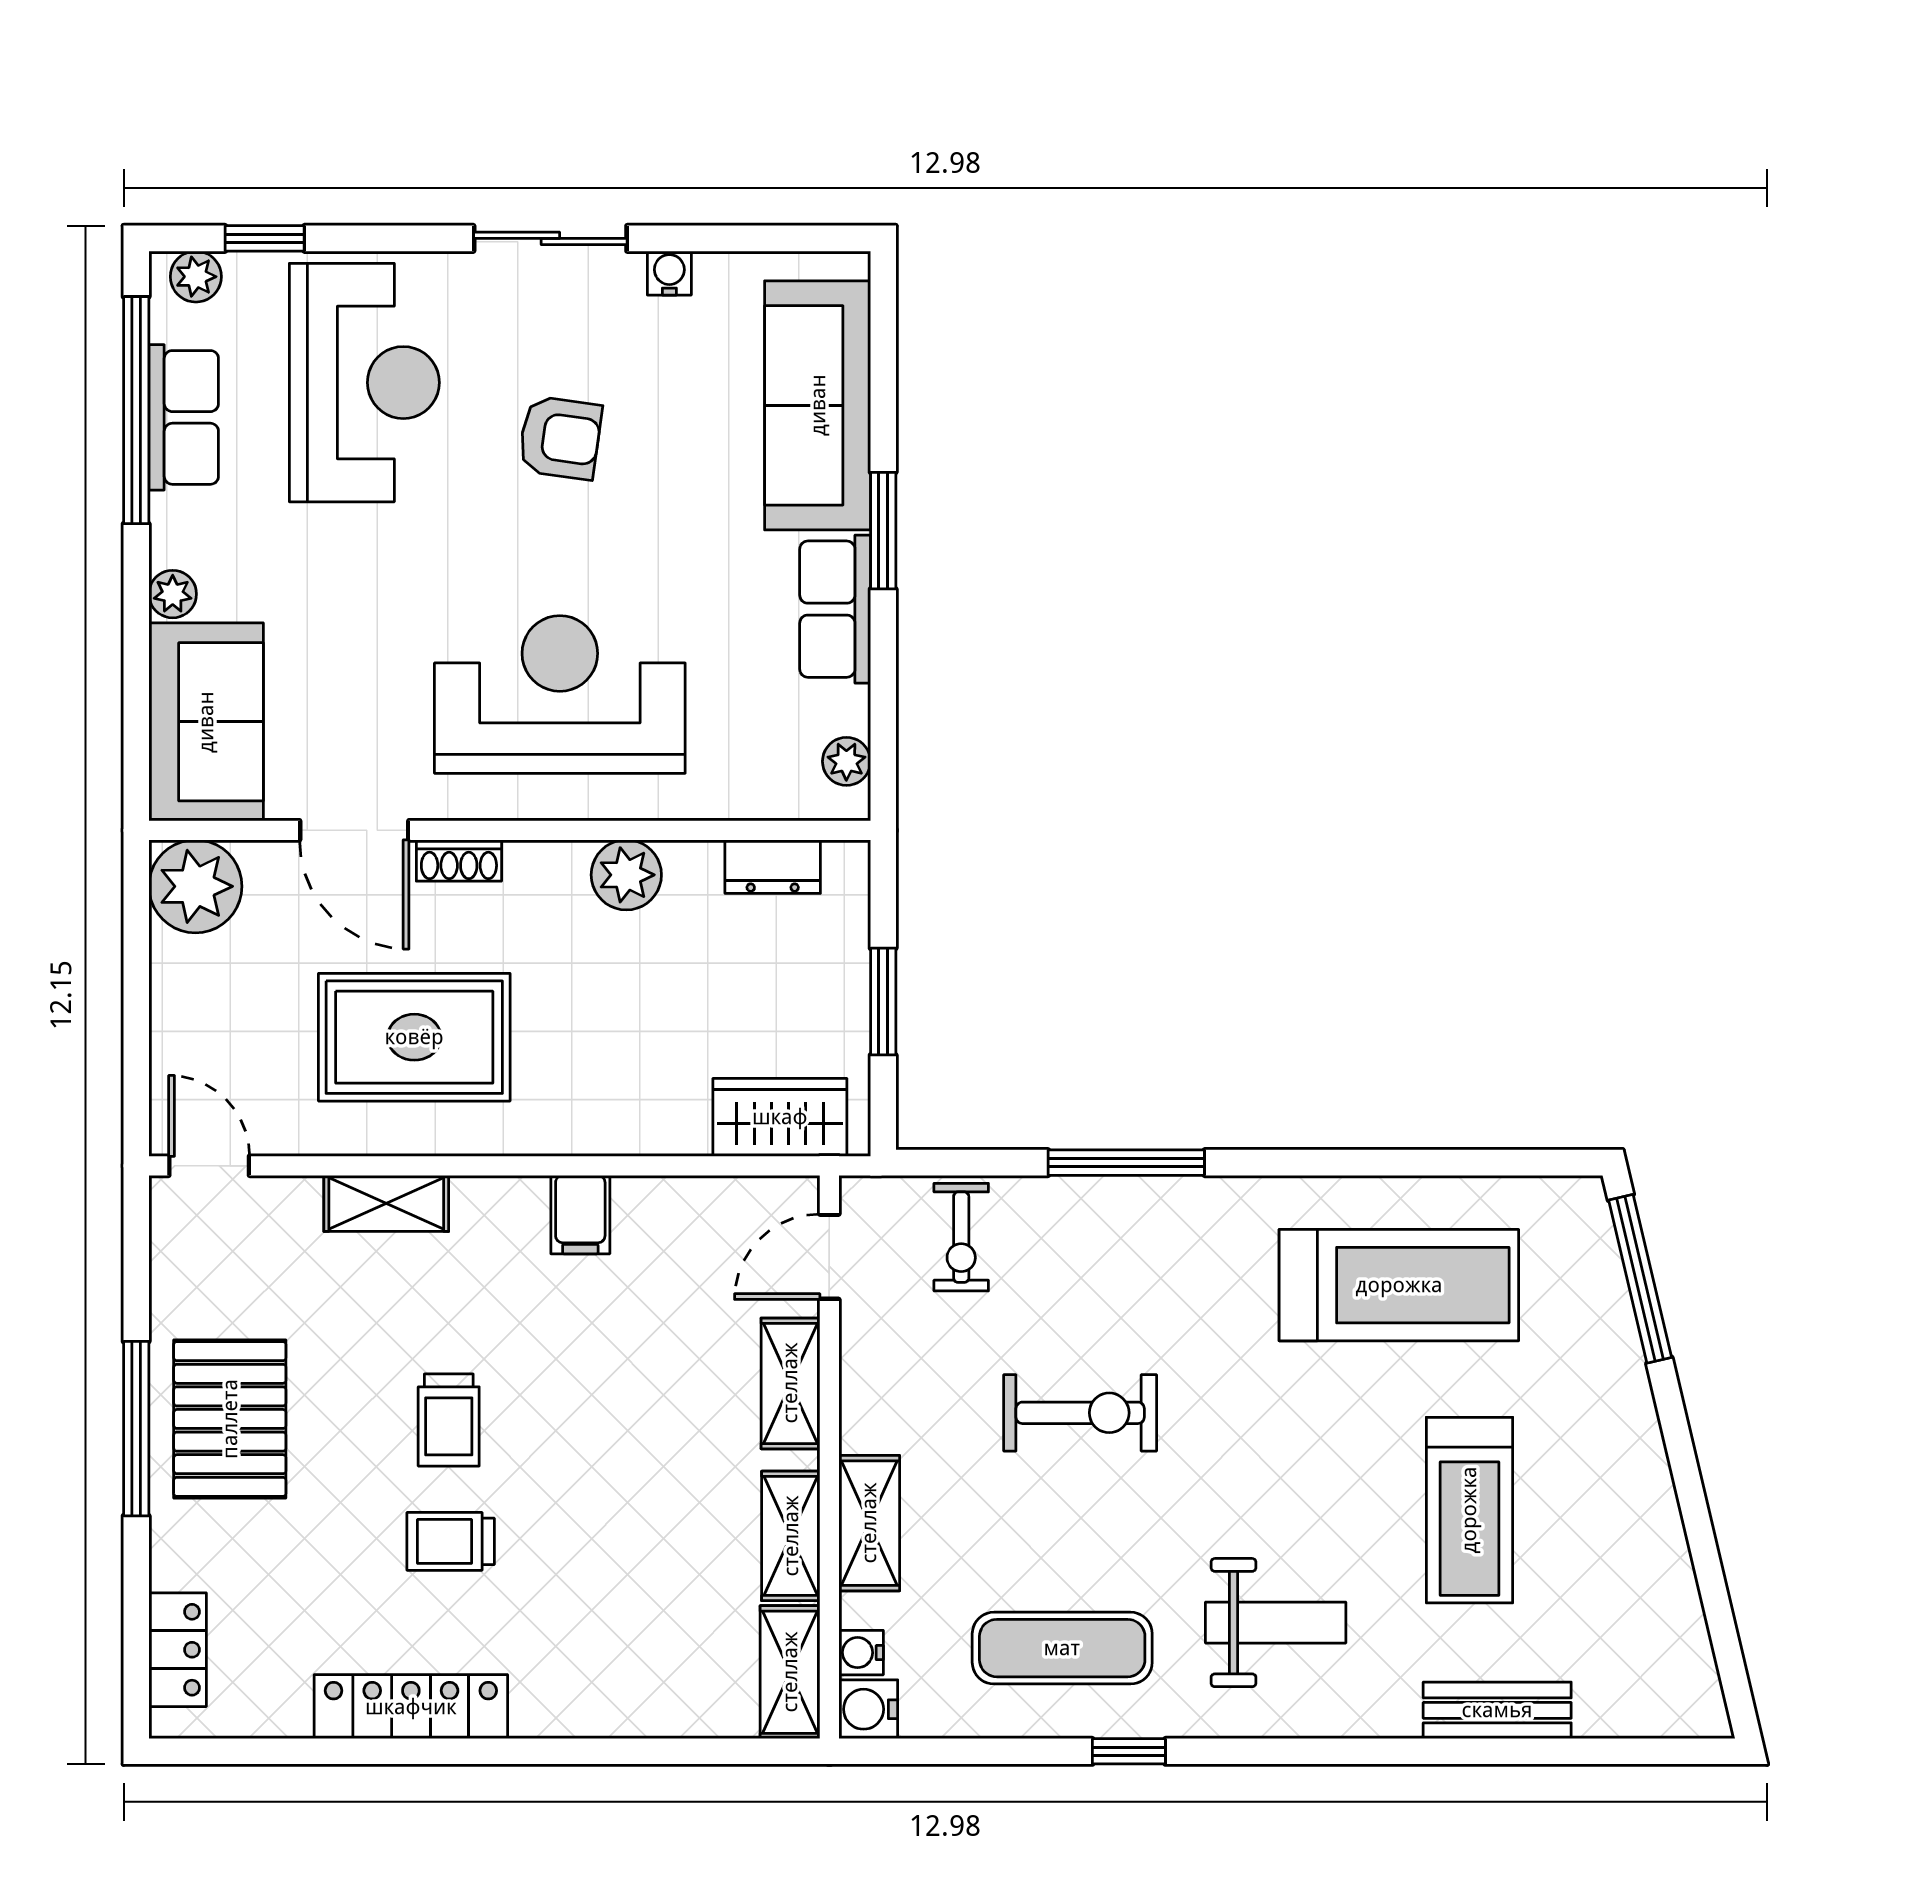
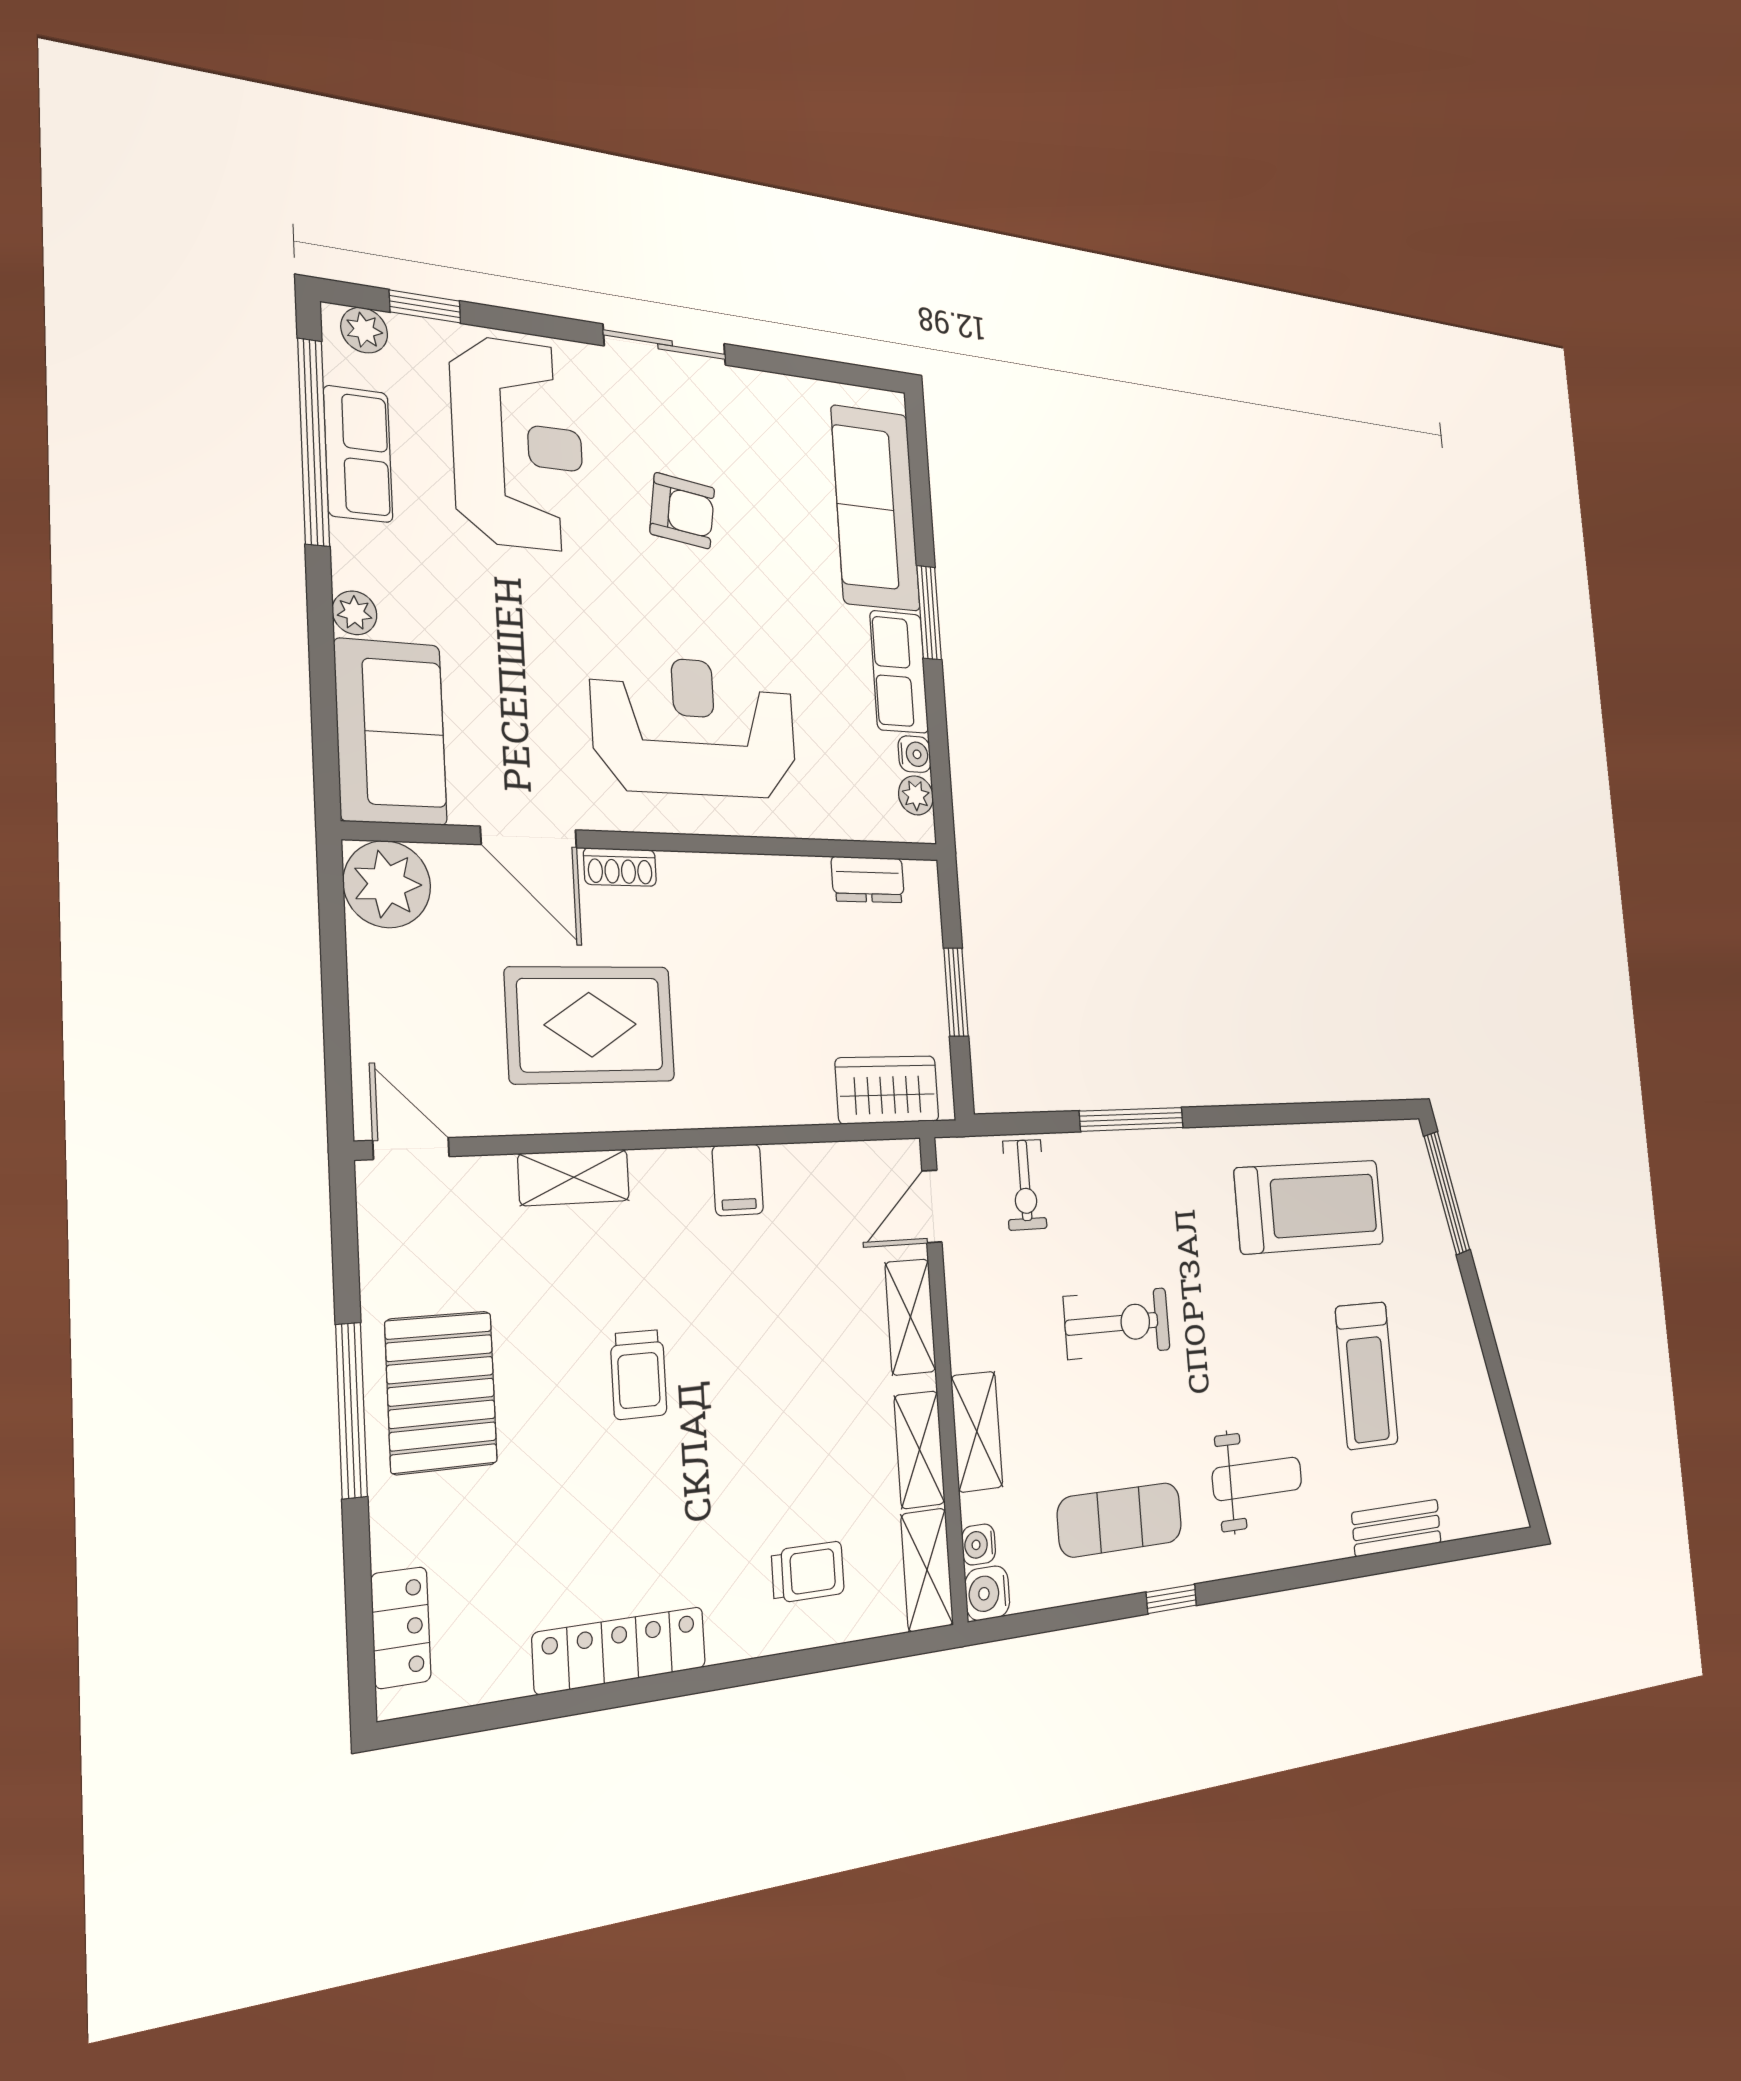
water cooler: (669, 273) -> (914, 754), moved, turned 90
plant: (626, 875) -> (757, 883), removed
trolley: (451, 1541) -> (808, 1572), moved, turned 180

